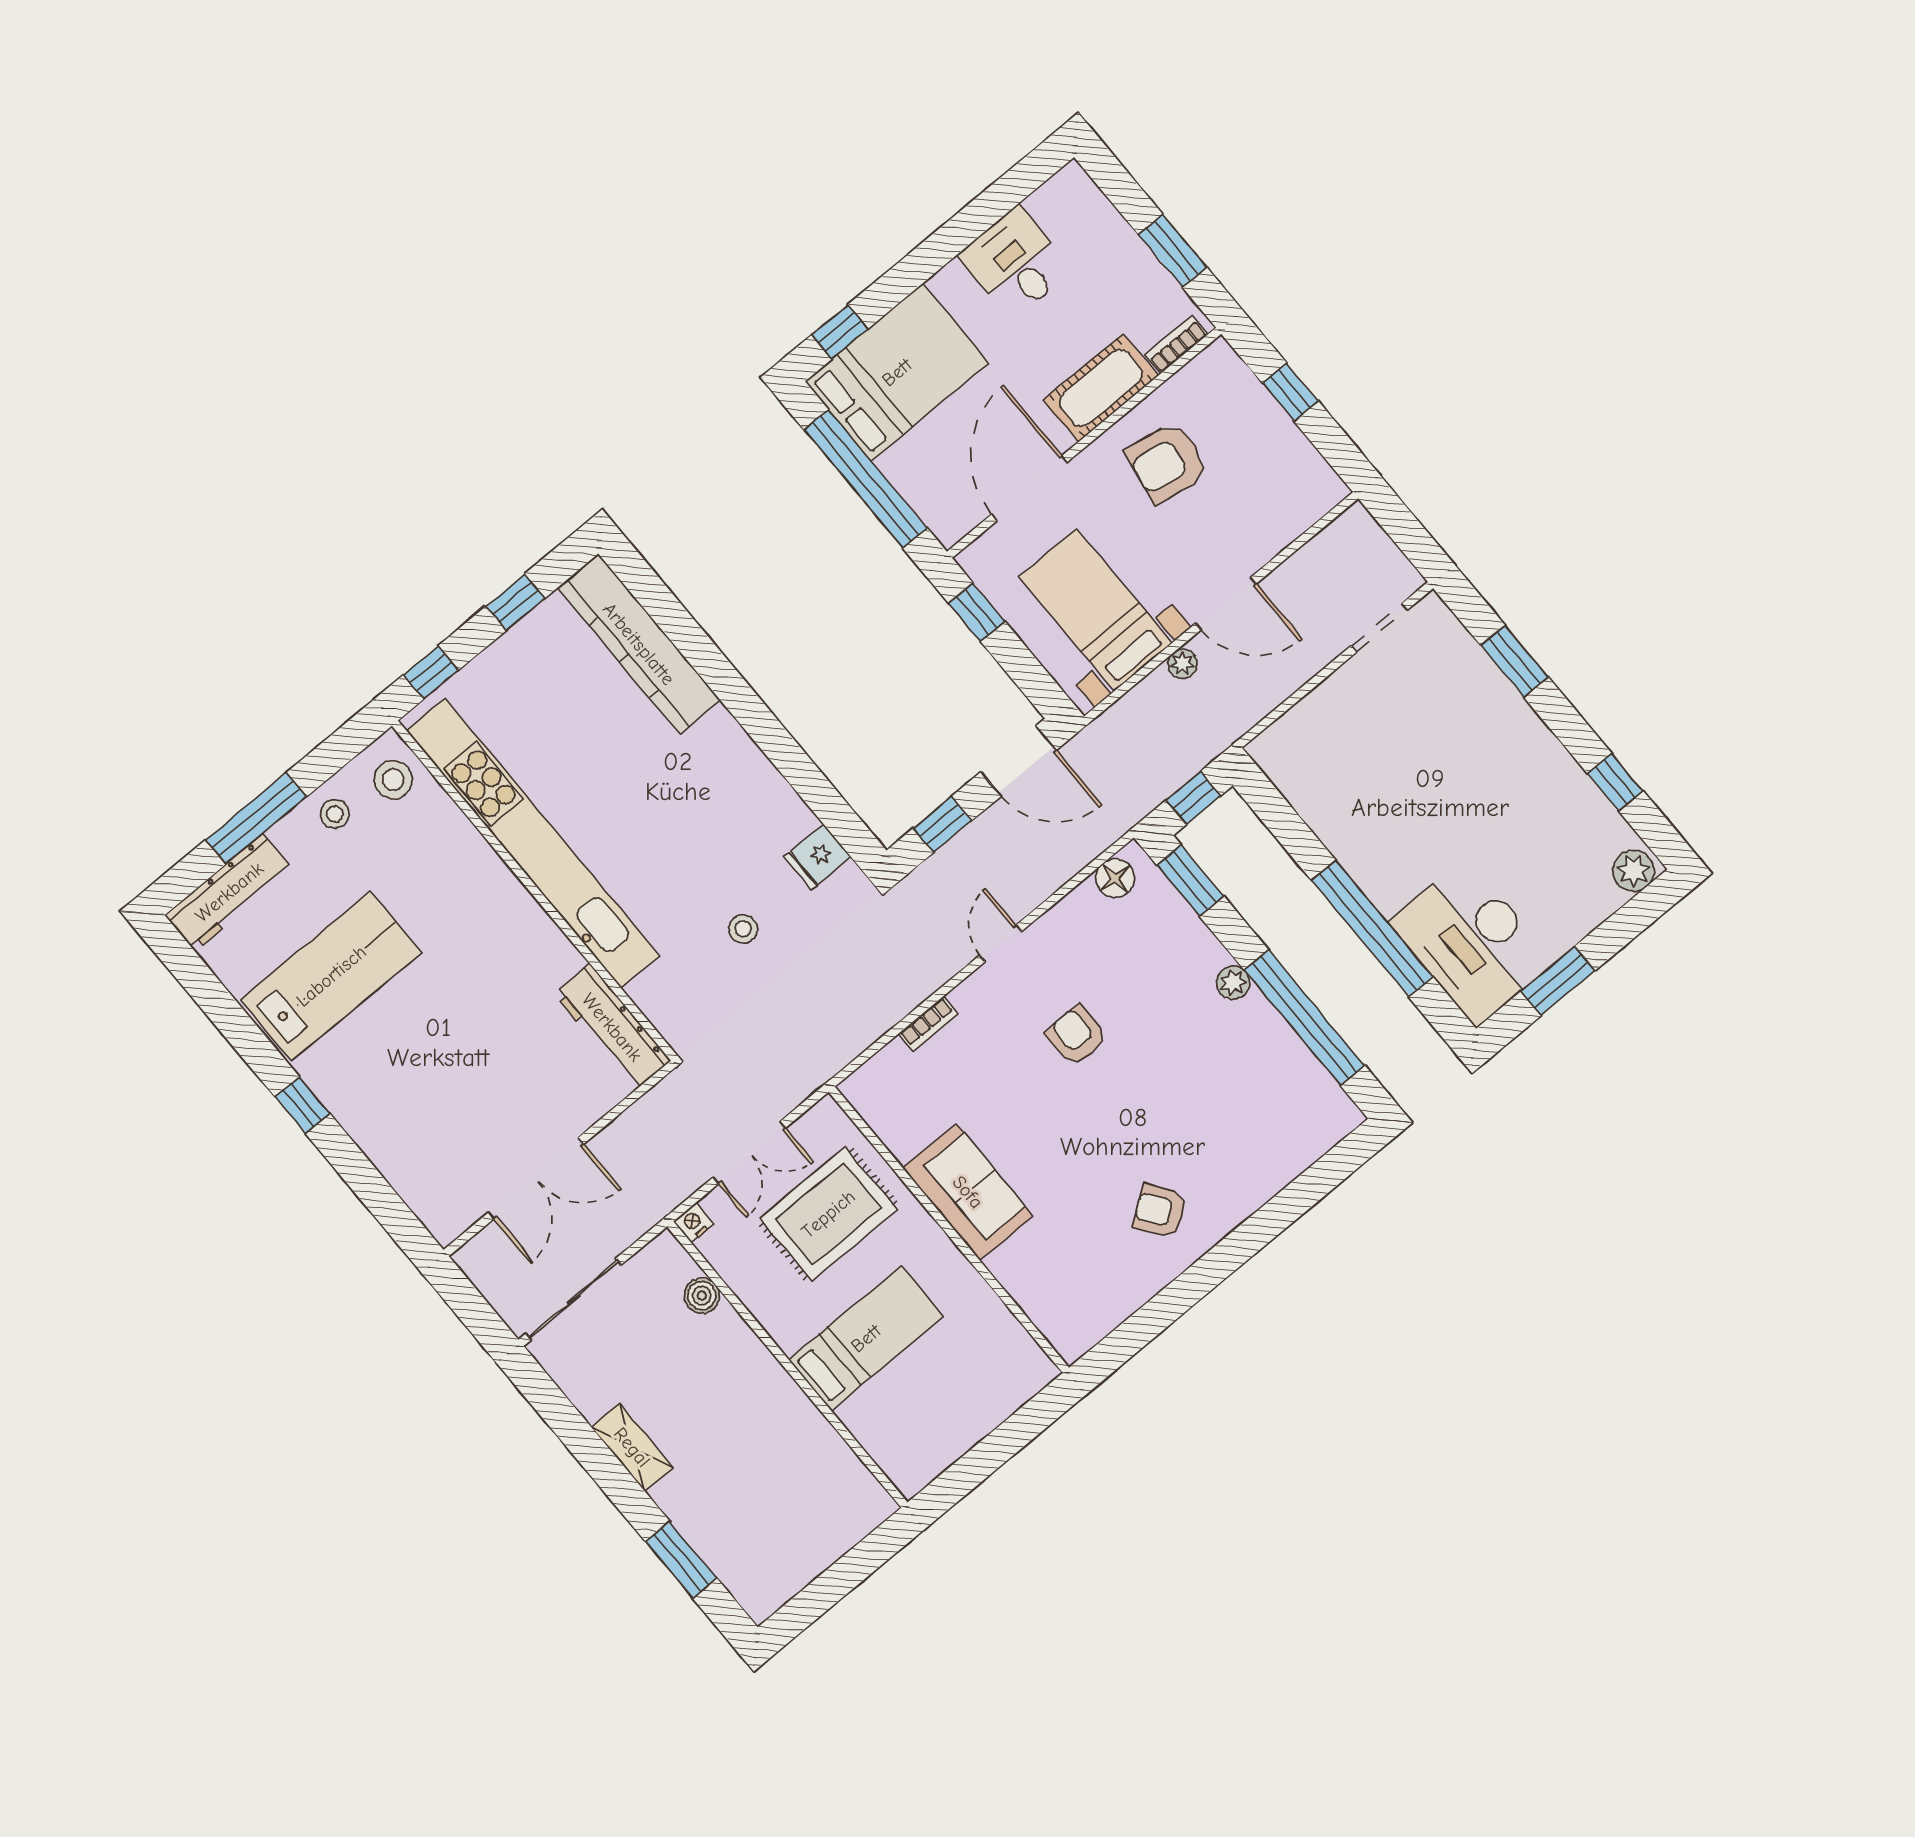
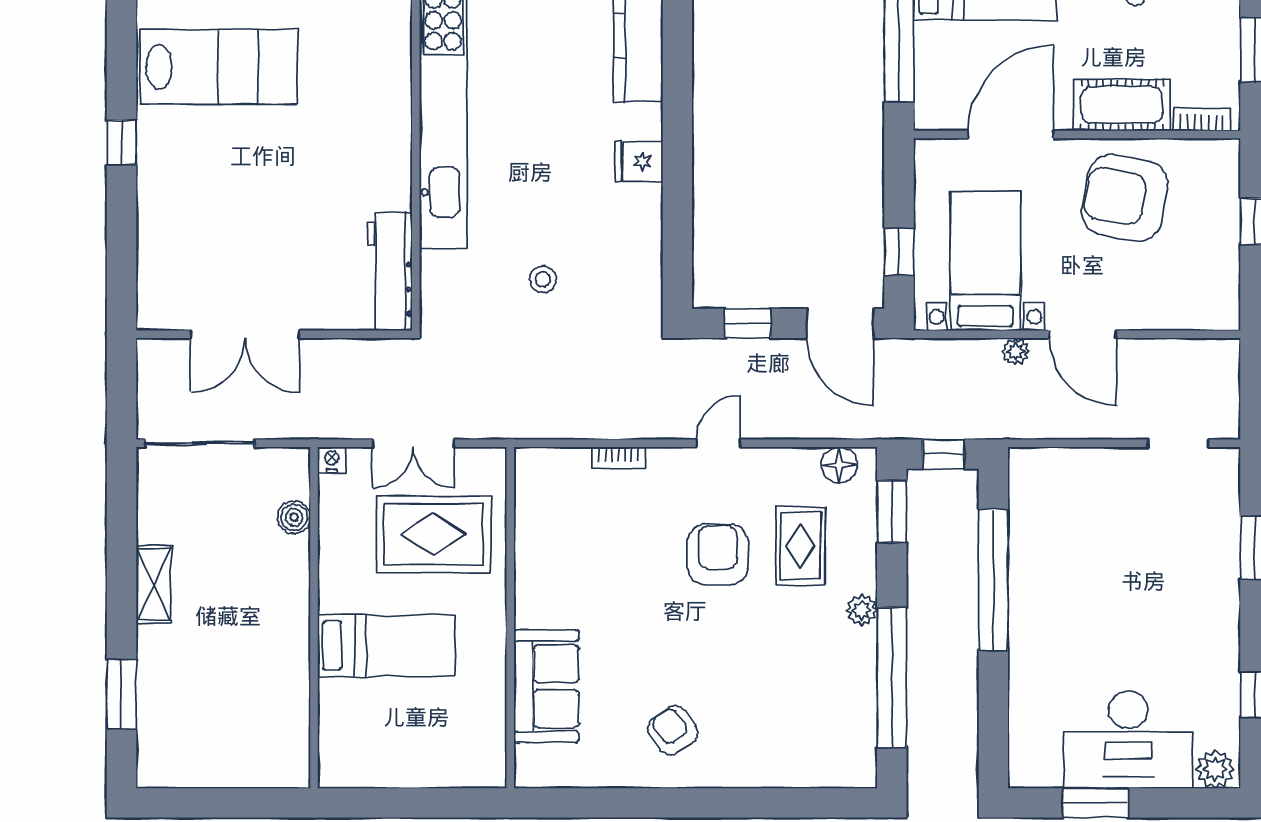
armchair: (1167, 462) -> (1125, 198), width x1.36, depth x1.36
window: (977, 612) -> (899, 252), moved
fridge: (818, 857) -> (639, 161), moved
window: (1372, 929) -> (993, 580), moved
desk: (1472, 942) -> (1128, 740), moved, turned -90
rug: (1139, 972) -> (800, 546), added
armchair: (1077, 1035) -> (718, 555), width x1.38, depth x1.38
sofa: (968, 1192) -> (546, 686), moved

